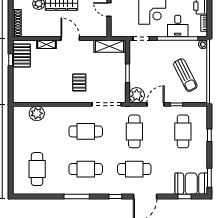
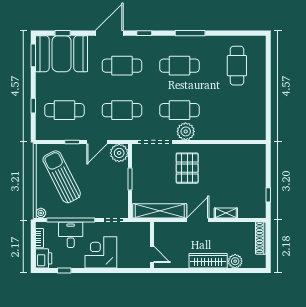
door: (70, 39) -> (198, 220), swing flipped
shelving: (110, 46) -> (160, 211), width x1.47
pallet: (22, 55) -> (255, 200), removed
sun lounger: (185, 75) -> (62, 177), width x1.36, depth x1.34
pallet: (79, 82) -> (187, 168), width x1.50, depth x1.42
plant: (37, 113) -> (186, 131), moved
cafe table: (134, 131) -> (122, 110), turned 90
cafe table: (183, 131) -> (64, 110), turned 90
booth: (191, 184) -> (62, 54), width x1.36, depth x1.42

